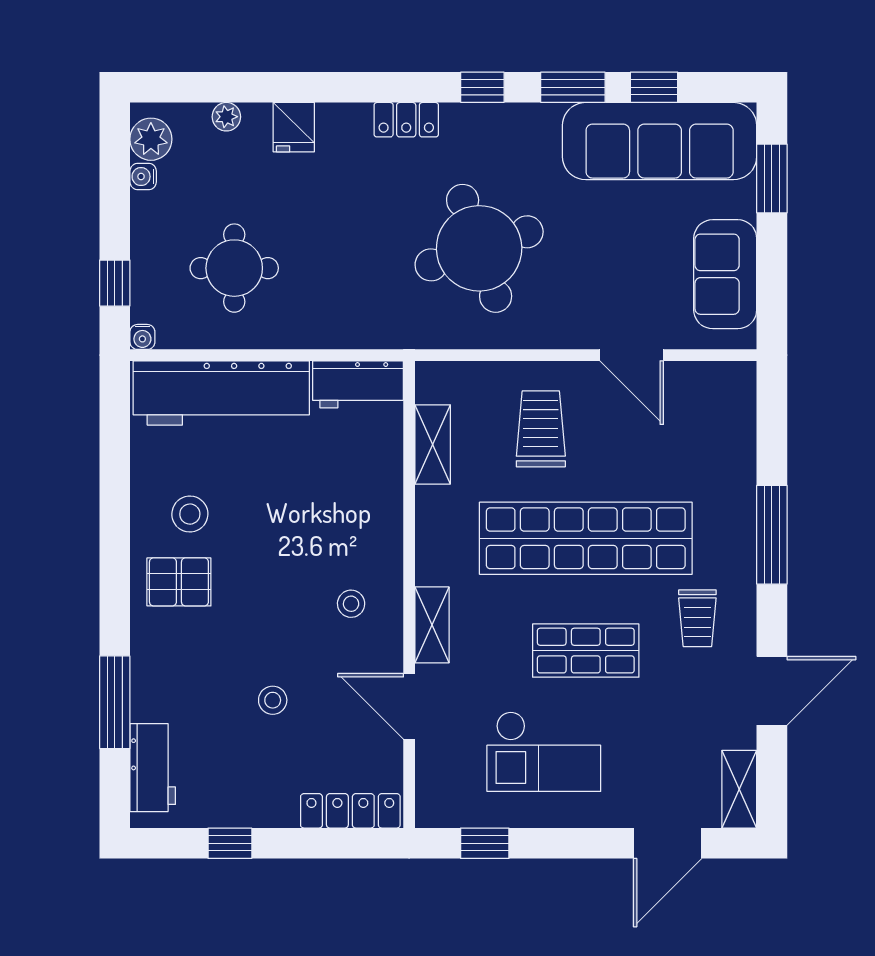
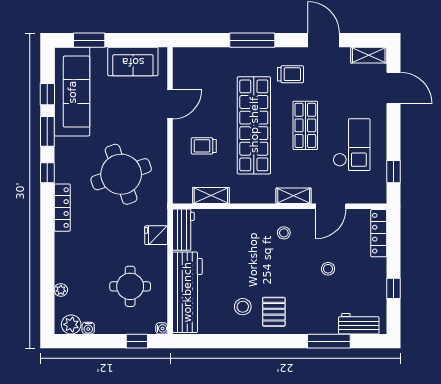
locker: (406, 120) -> (62, 208), width x1.53
fridge: (294, 127) -> (156, 235), moved, turned 180
trolley: (541, 429) -> (204, 146), width x0.73, depth x0.72

